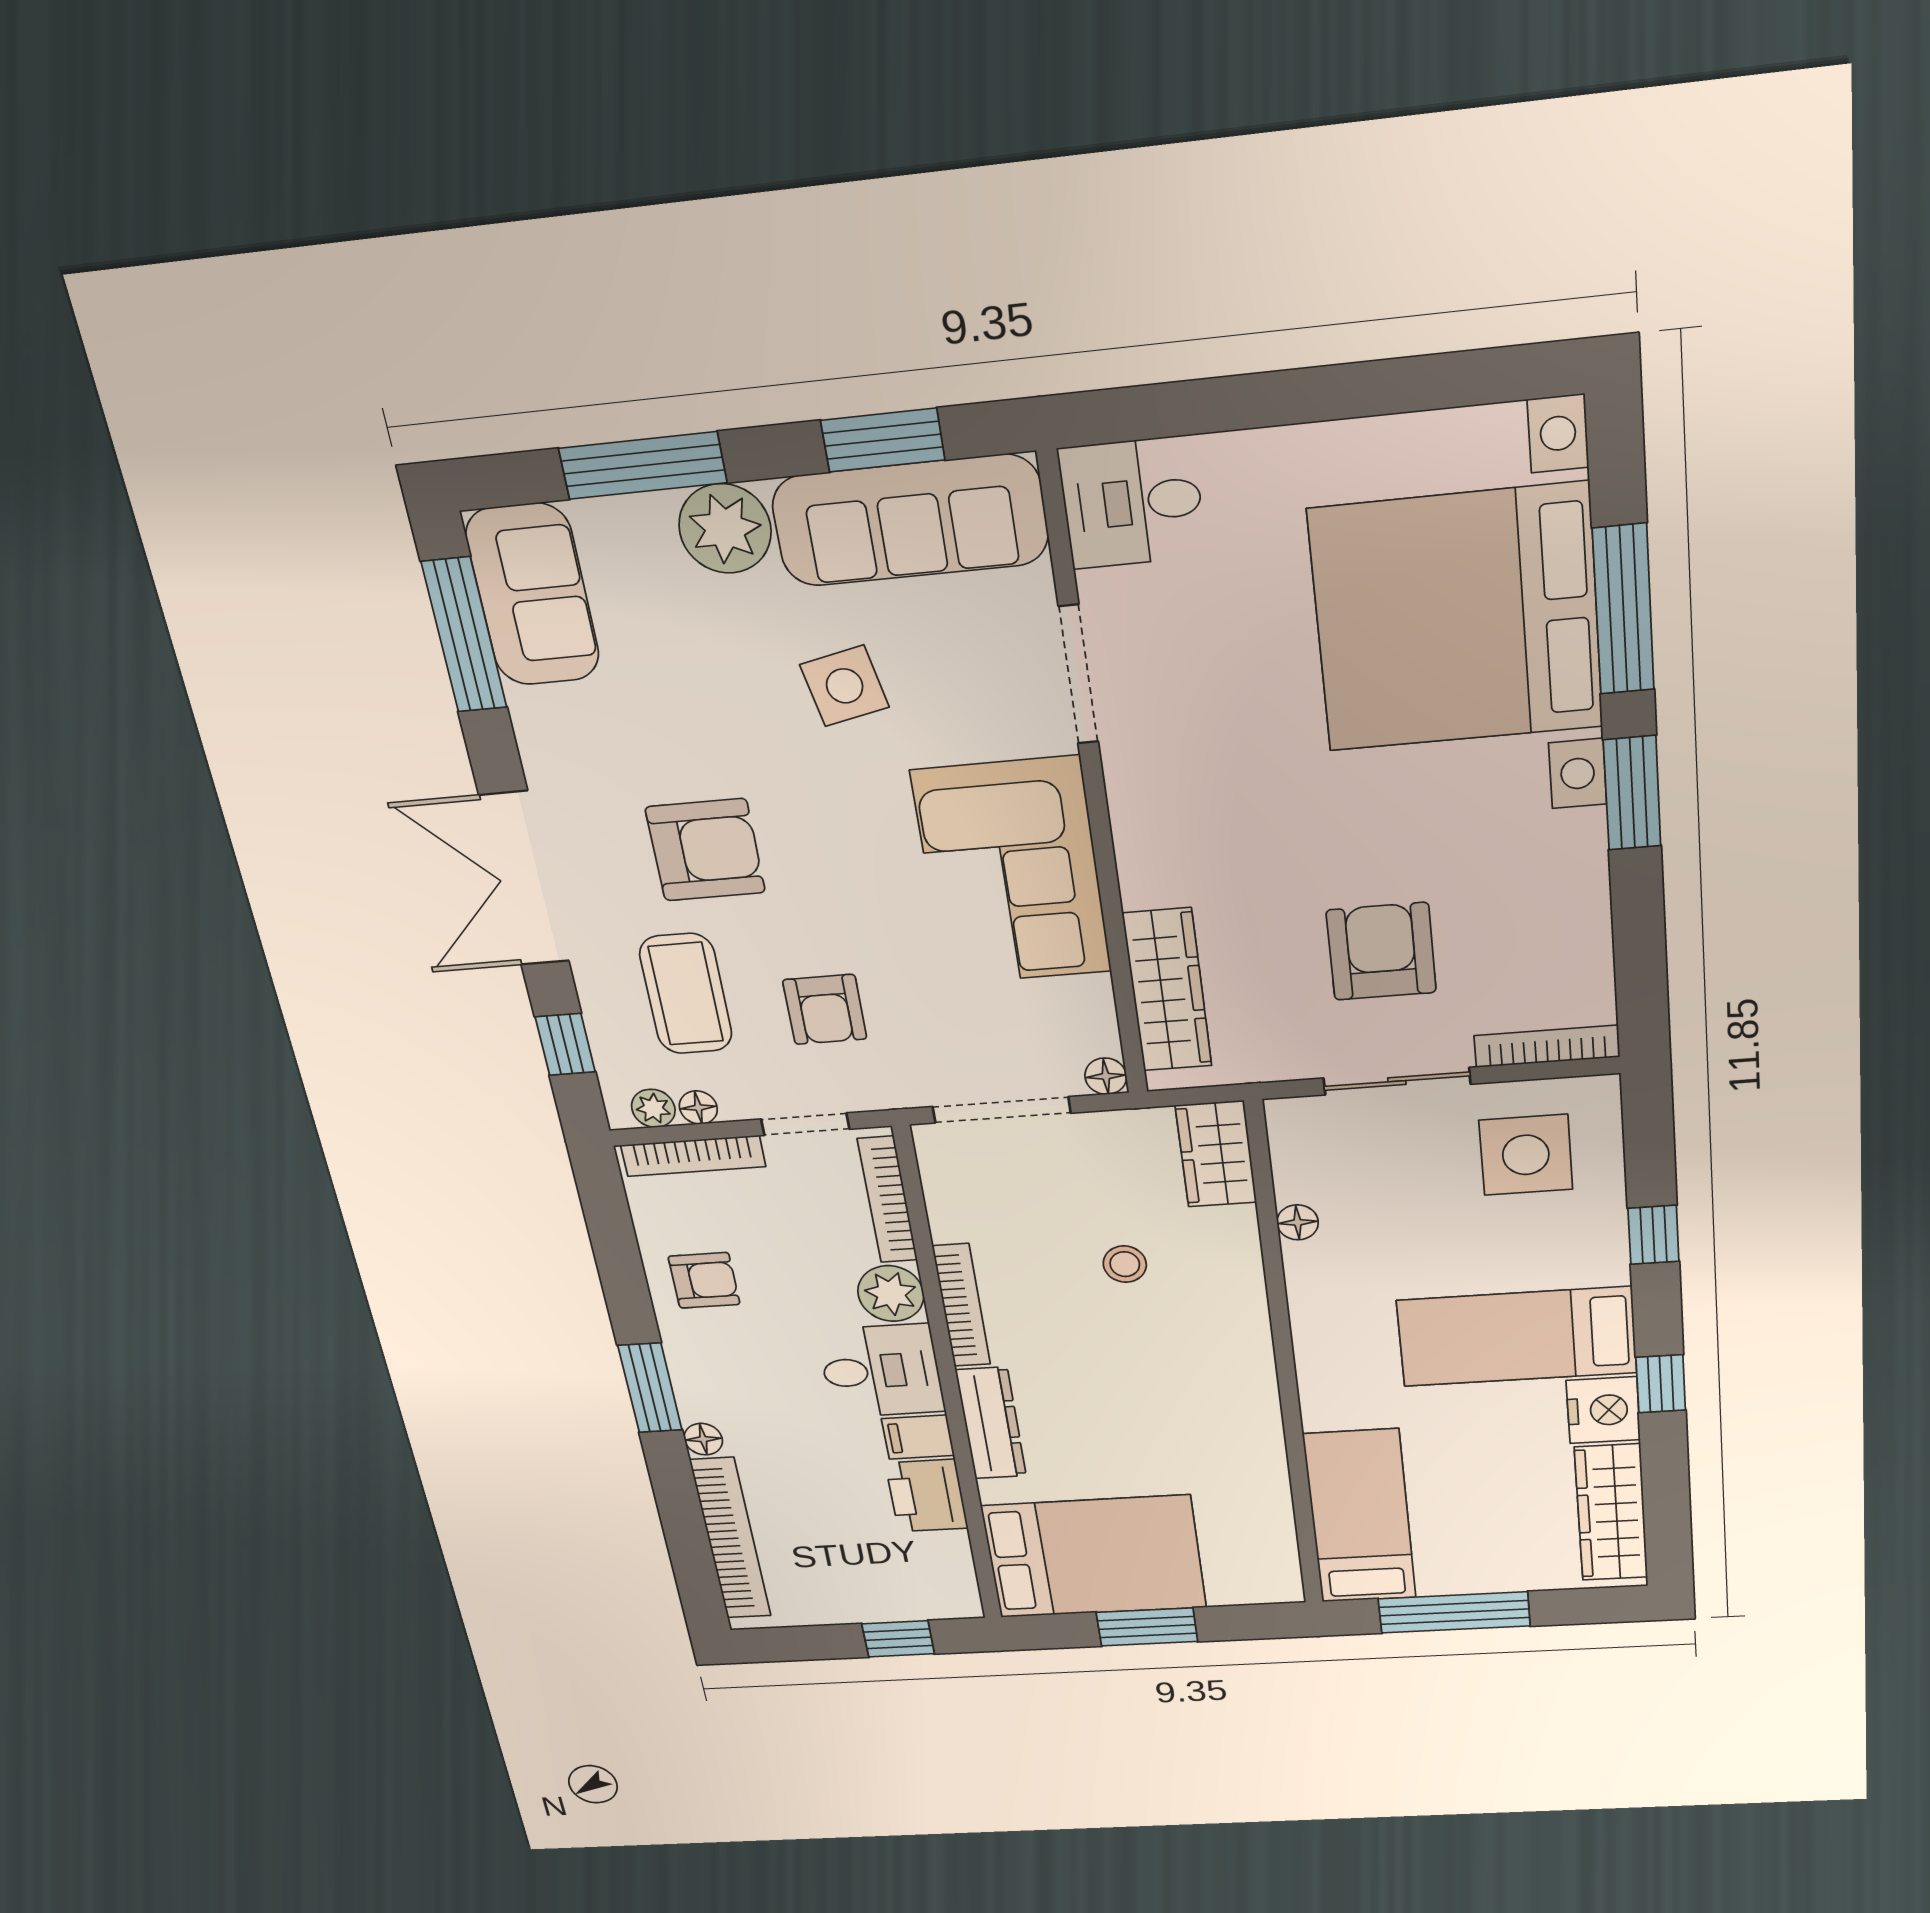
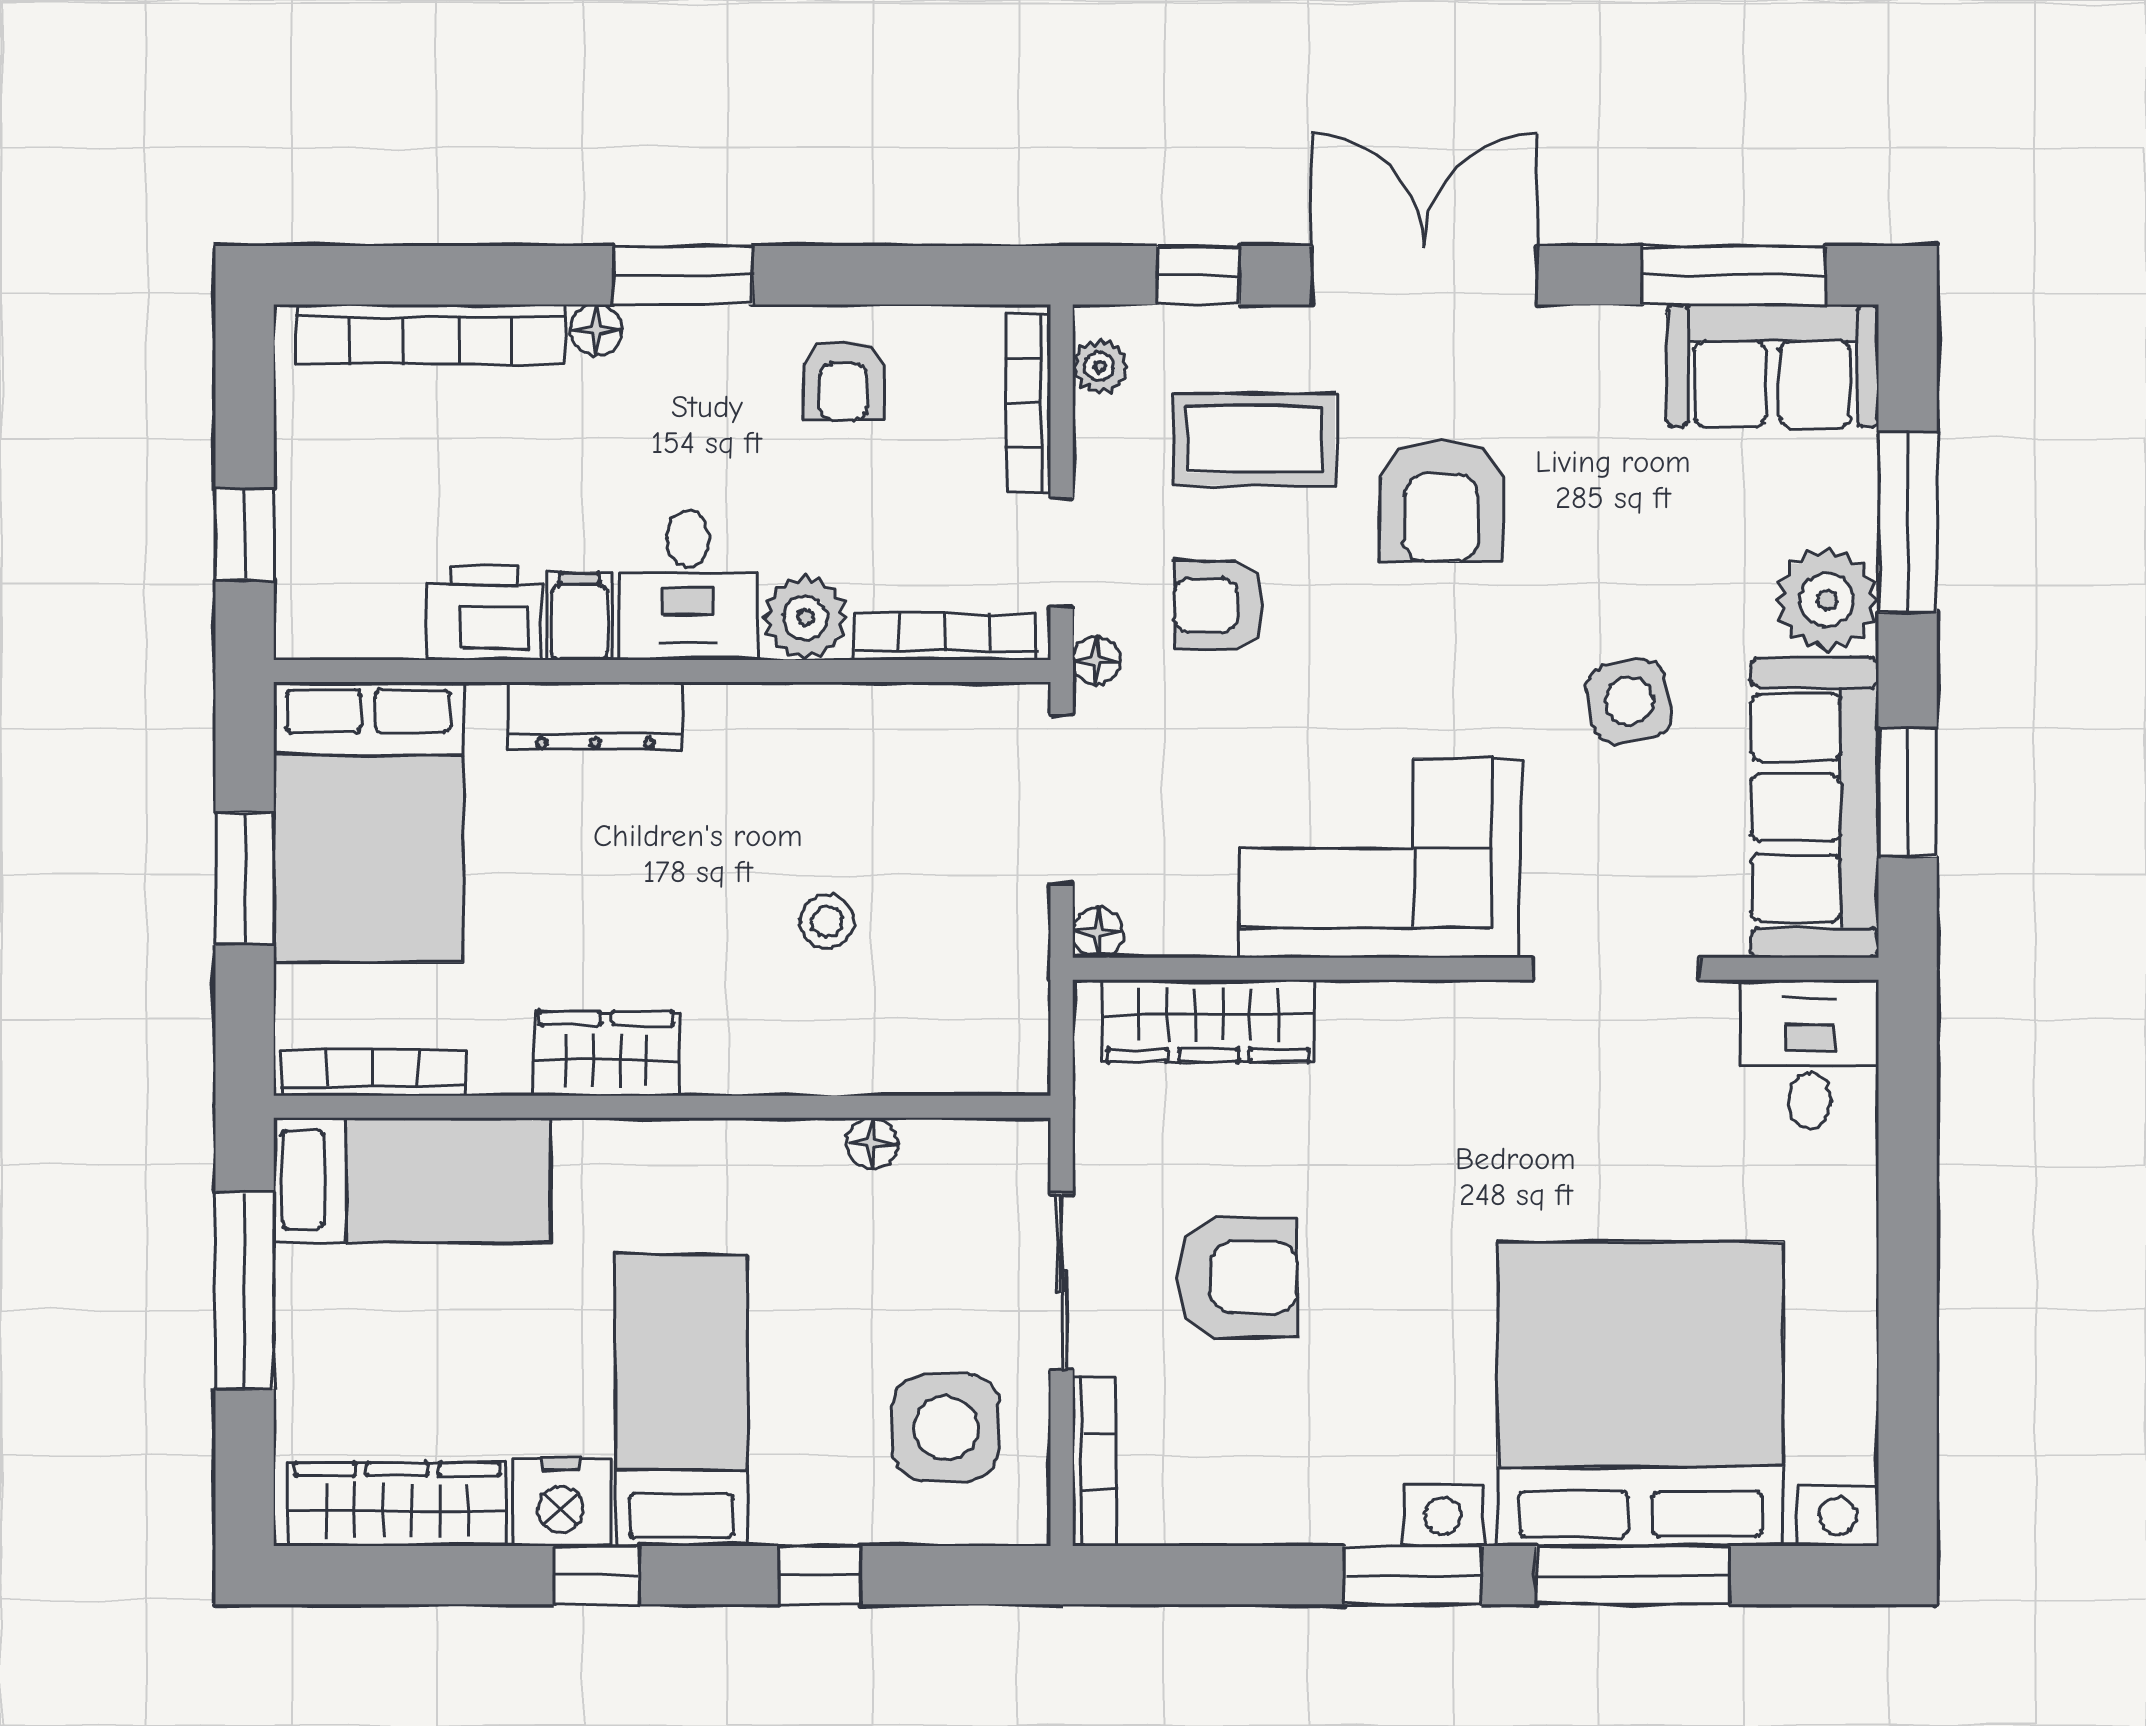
floor lamp: (698, 1108) -> (1096, 661), moved
wardrobe: (1216, 1154) -> (606, 1054), moved
bookcase: (961, 1305) -> (373, 1072), moved, turned 180

